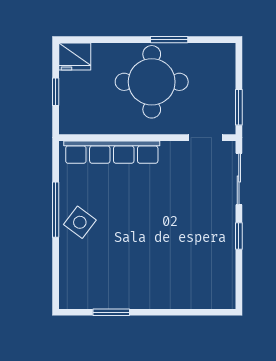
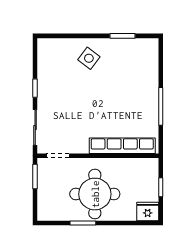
side table: (80, 222) -> (89, 58), moved

